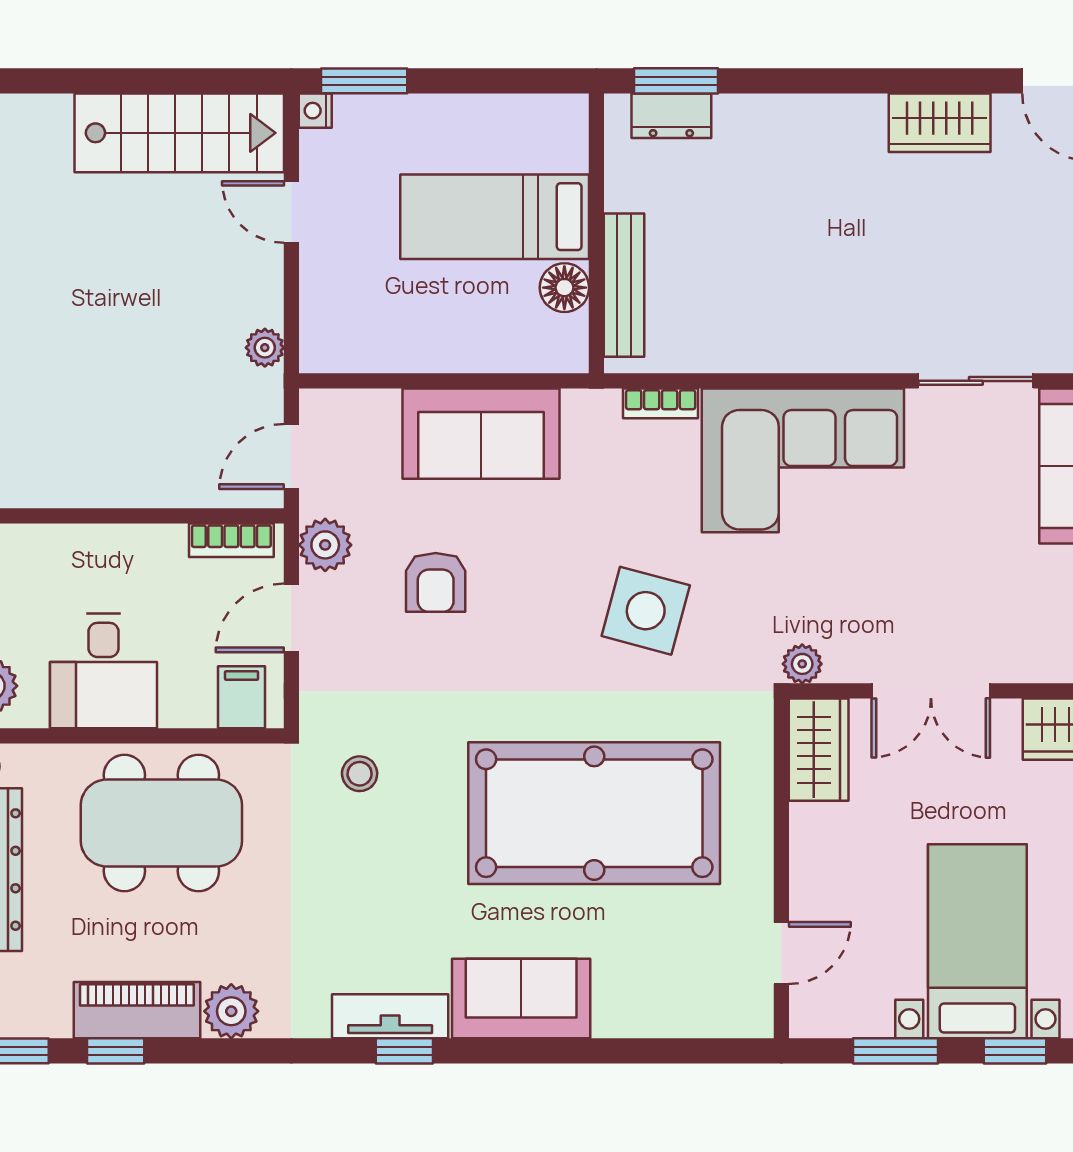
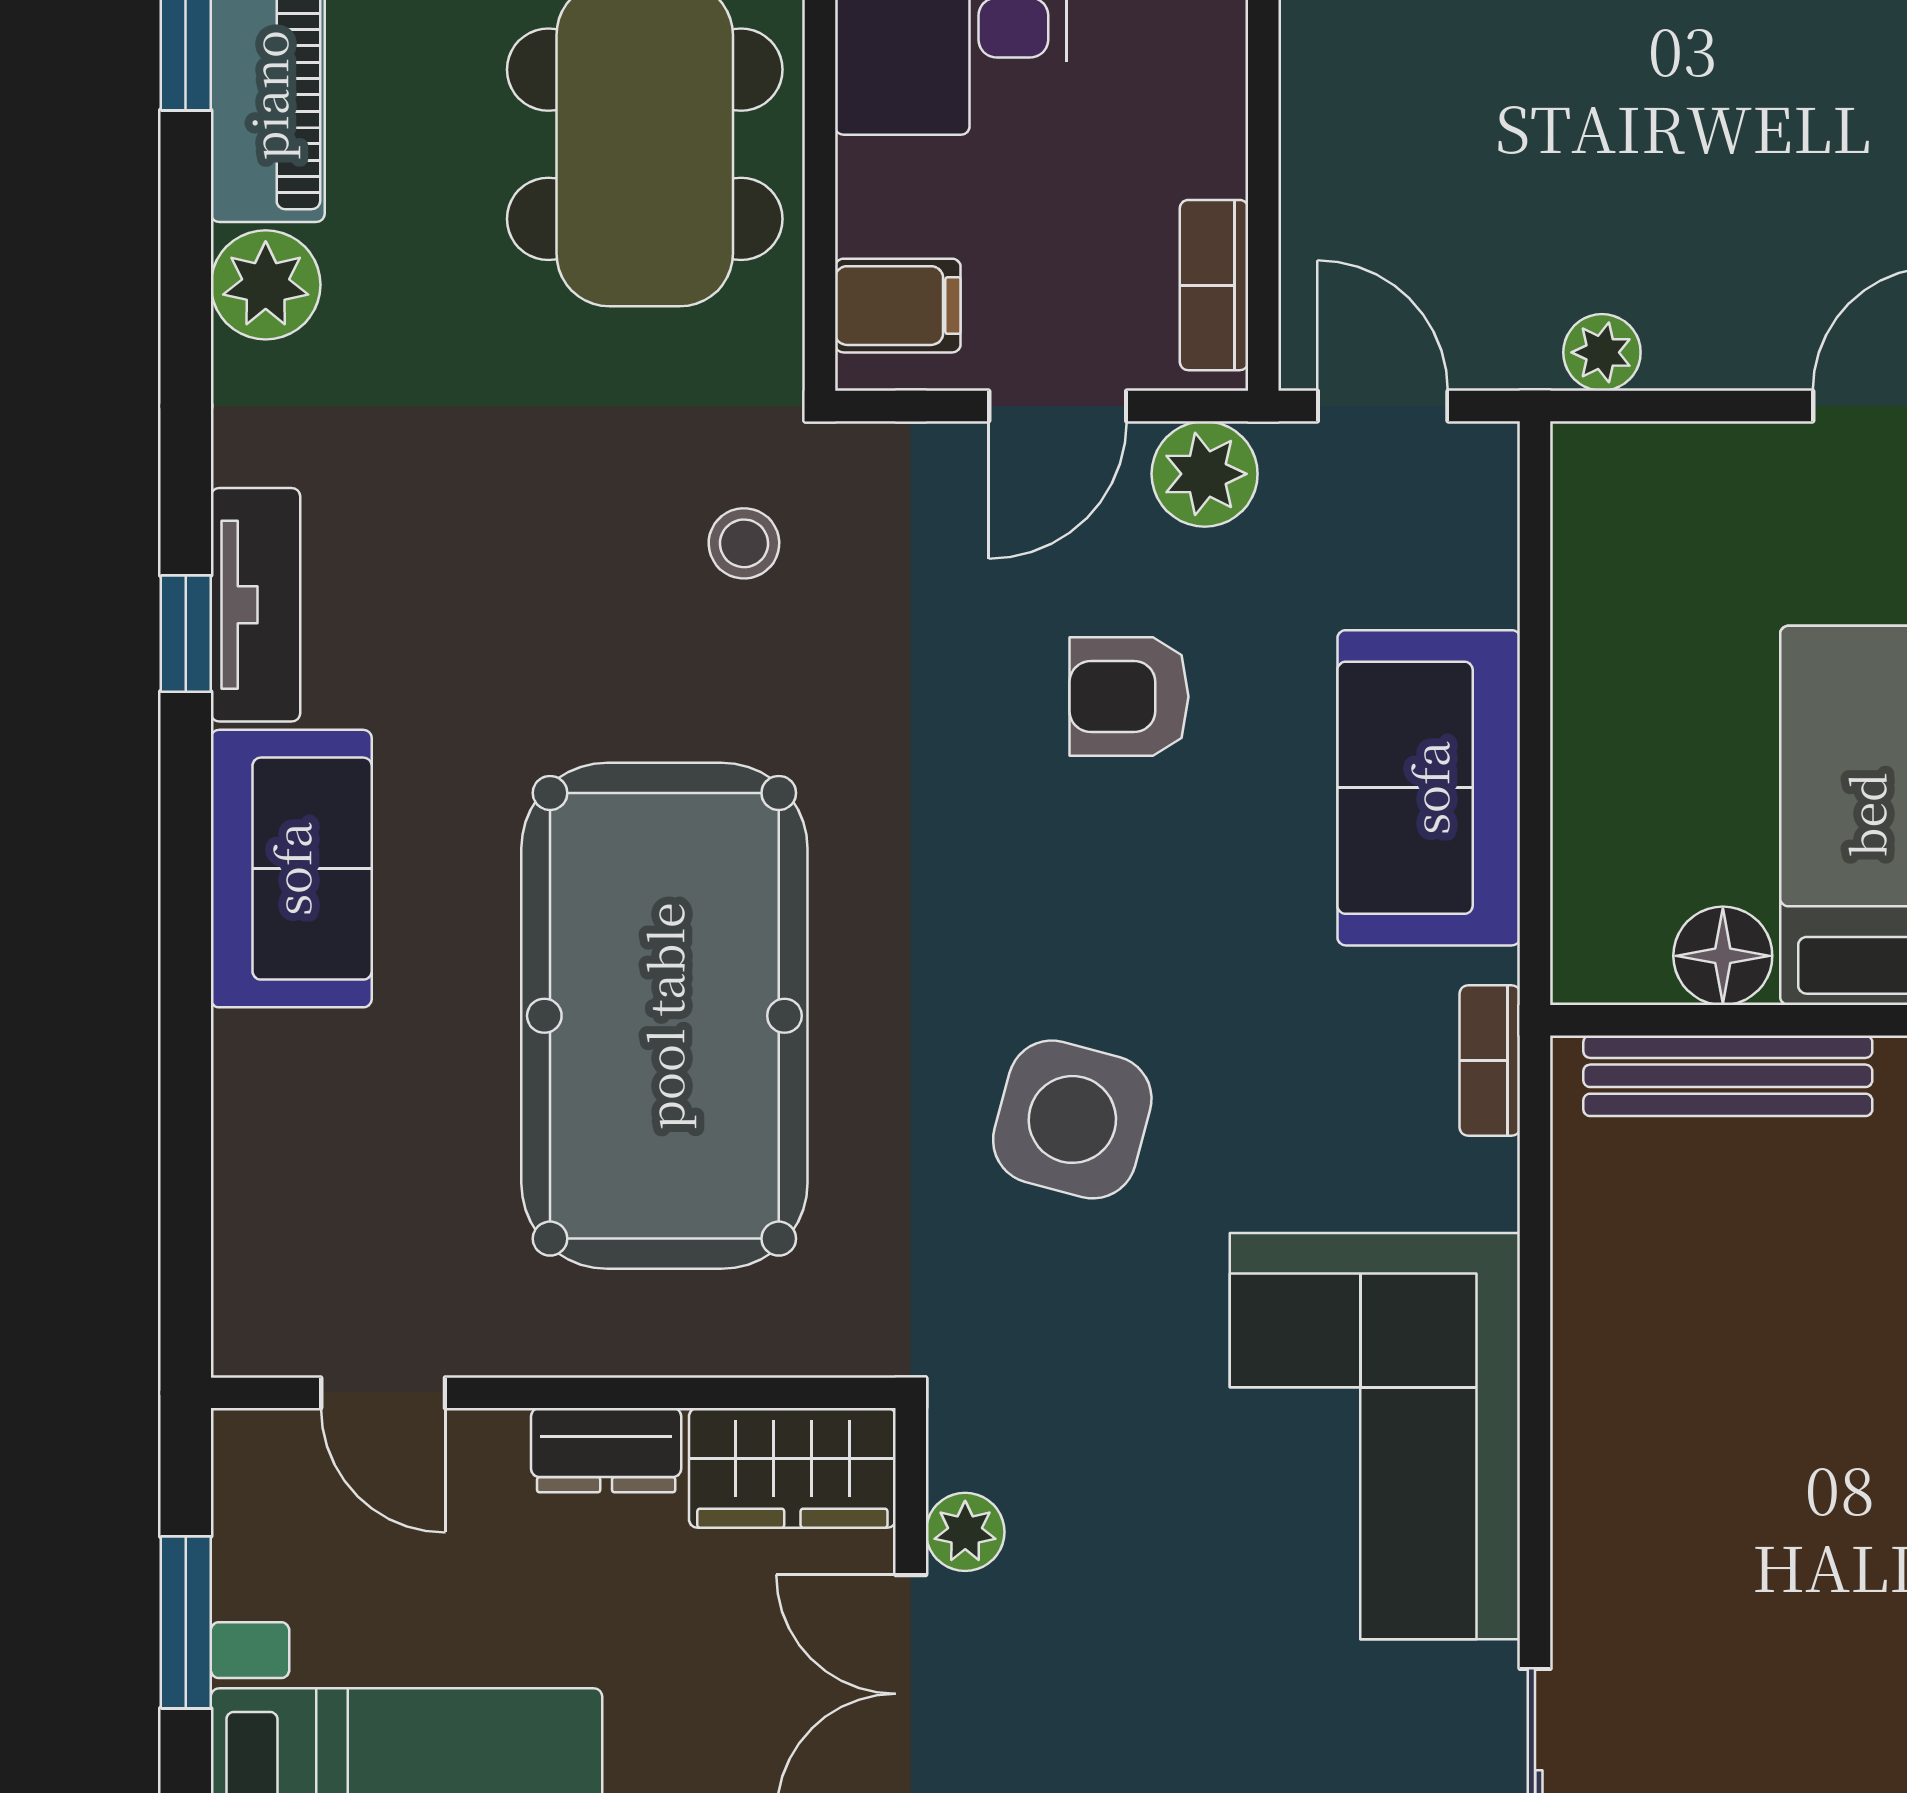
bookcase: (661, 403) -> (1490, 1060), moved
door: (291, 618) -> (1058, 406), swing flipped
plant: (802, 664) -> (965, 1532), moved
dresser: (810, 842) -> (606, 1450), added

